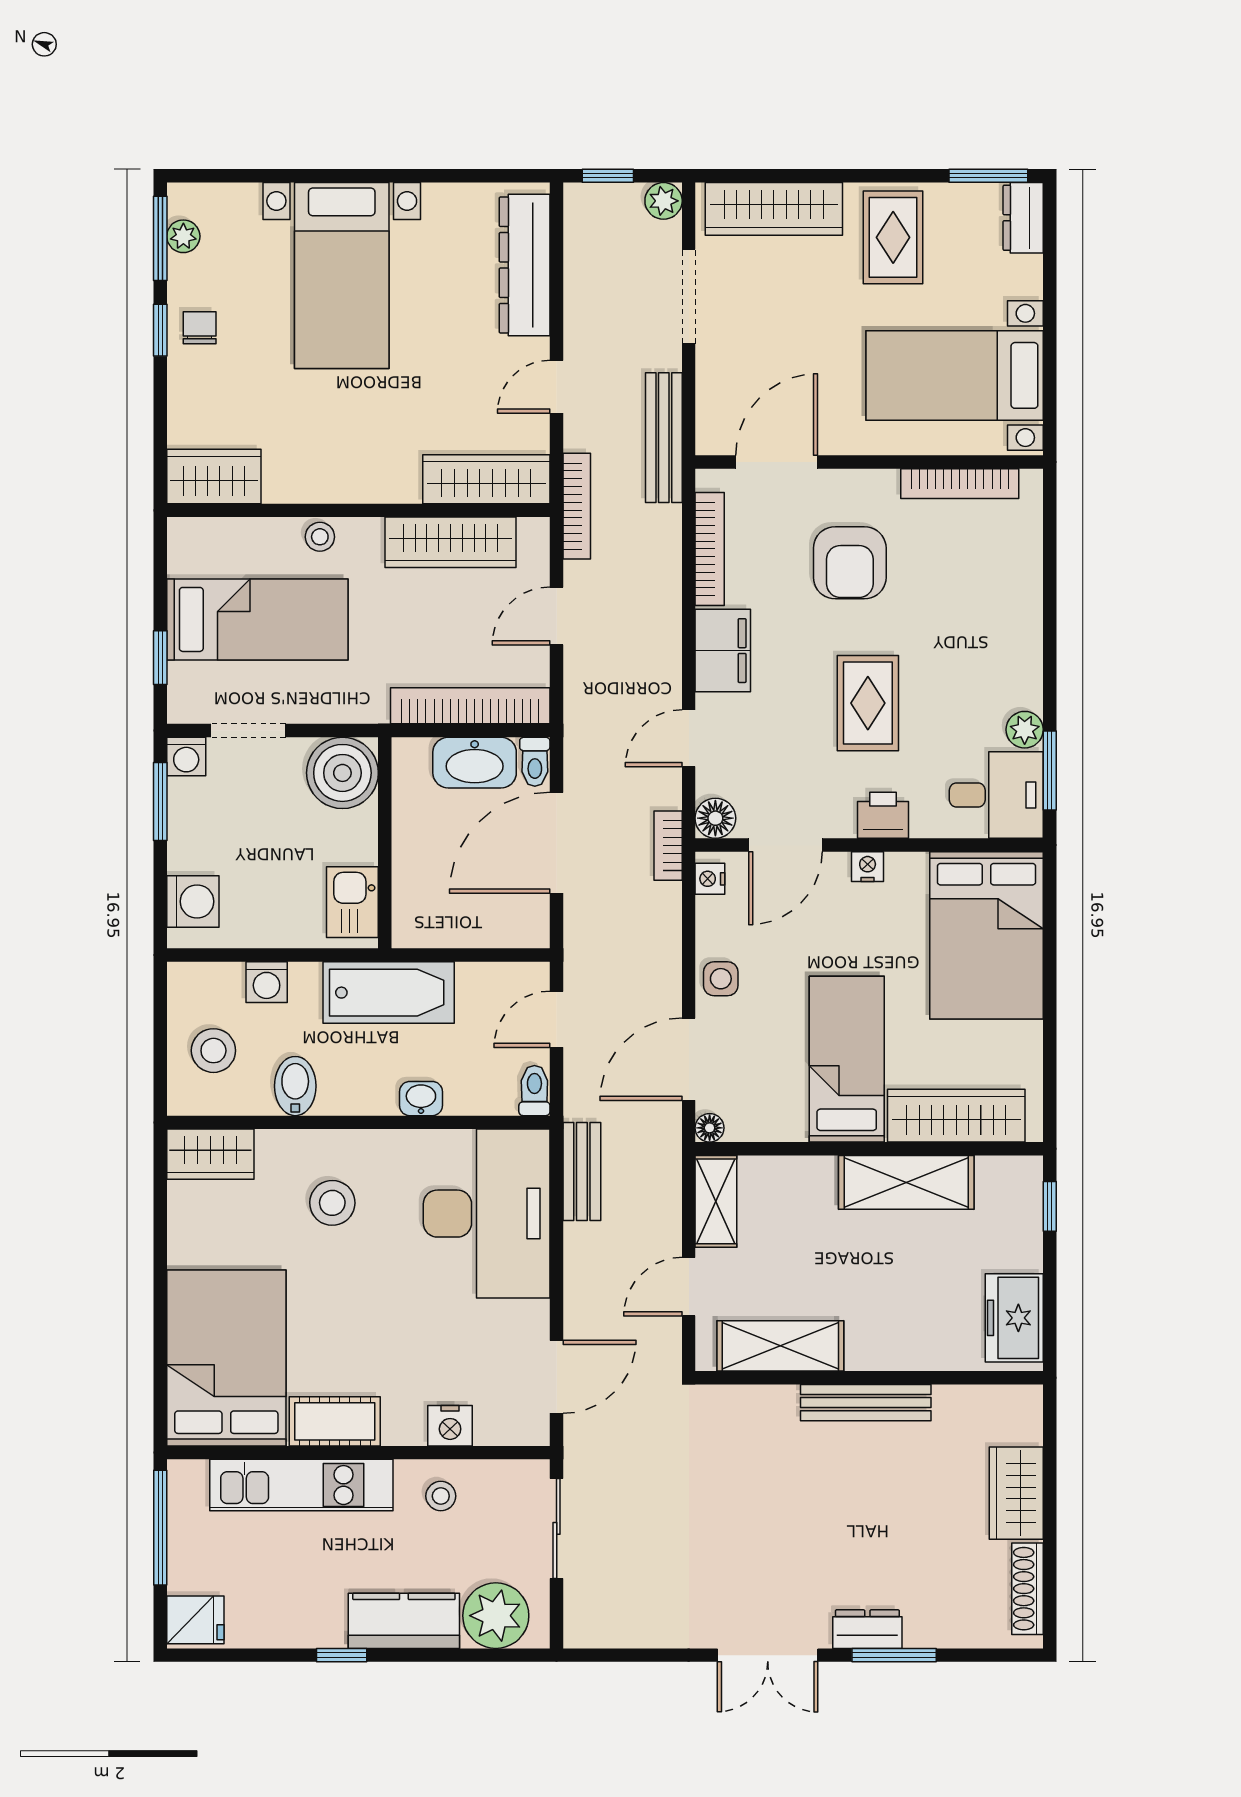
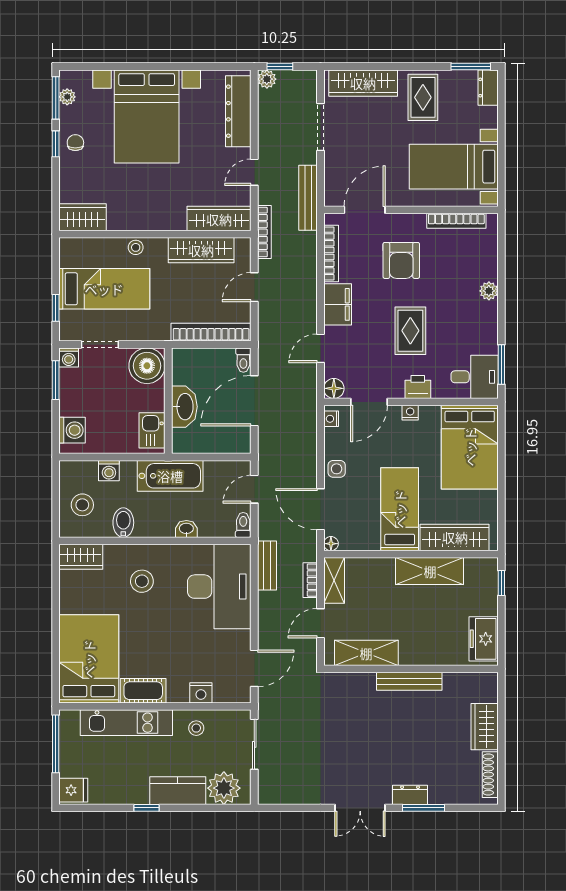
plant: (664, 201) -> (267, 79), moved
bed with nightstands: (342, 275) -> (147, 116), width x1.36
plant: (1025, 730) -> (489, 291), moved
washbasin: (475, 763) -> (184, 407), moved, turned -90
bookcase: (668, 846) -> (310, 580), moved
door: (689, 1059) -> (320, 509), hinge flipped

